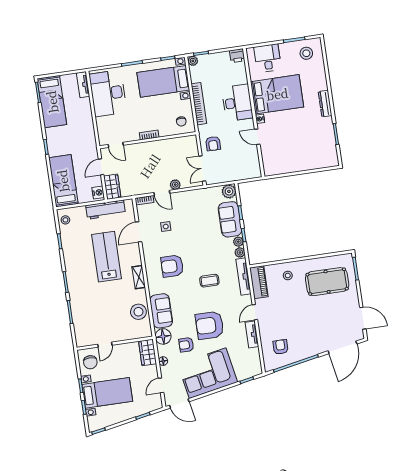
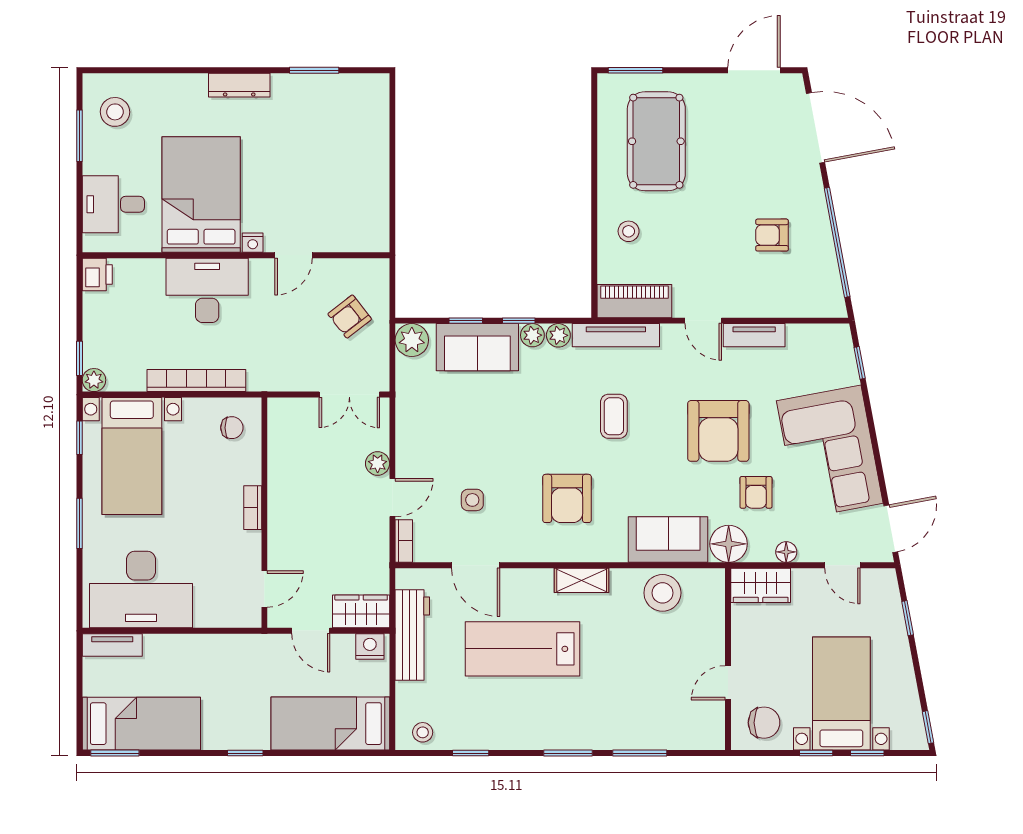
armchair: (213, 144) -> (350, 316), moved, turned 142
door: (105, 345) -> (728, 683), swing flipped
armchair: (281, 347) -> (772, 235), moved

